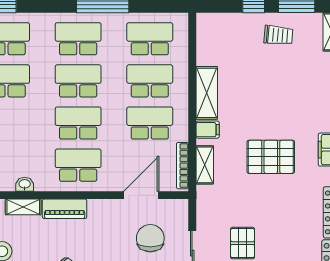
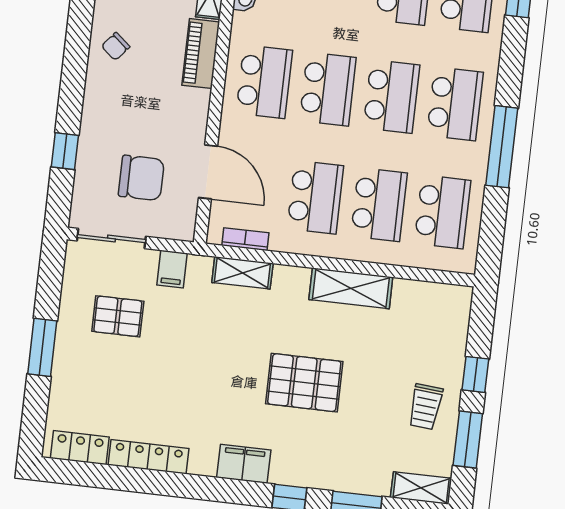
filing cabinet: (208, 130) -> (172, 269), moved
pallet: (271, 157) -> (304, 383), moved, turned 90
bookcase: (182, 166) -> (245, 239), width x0.64

